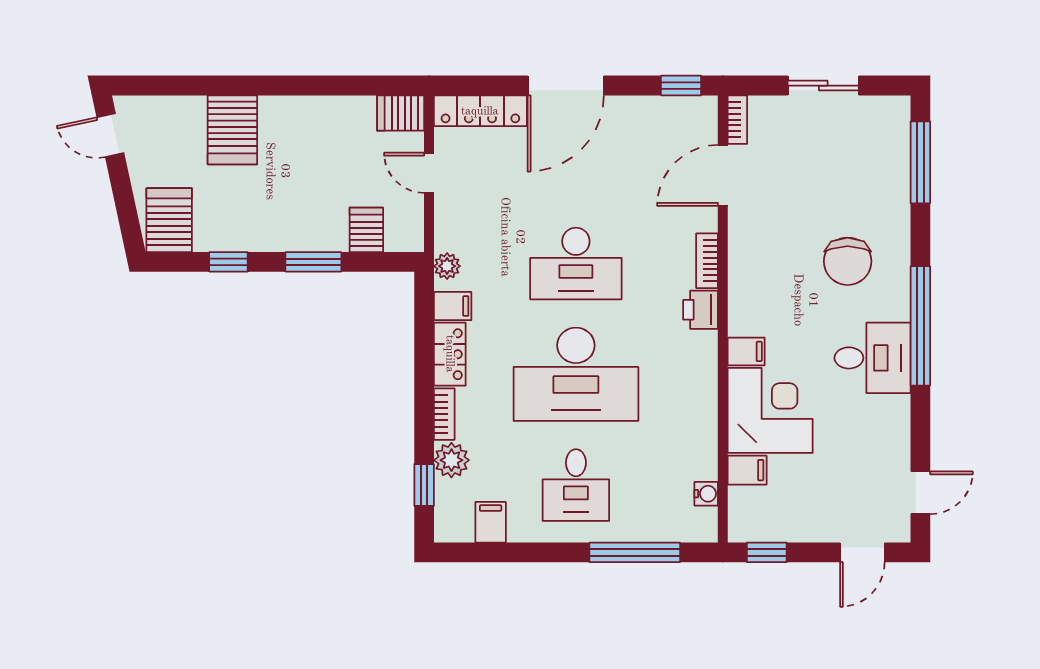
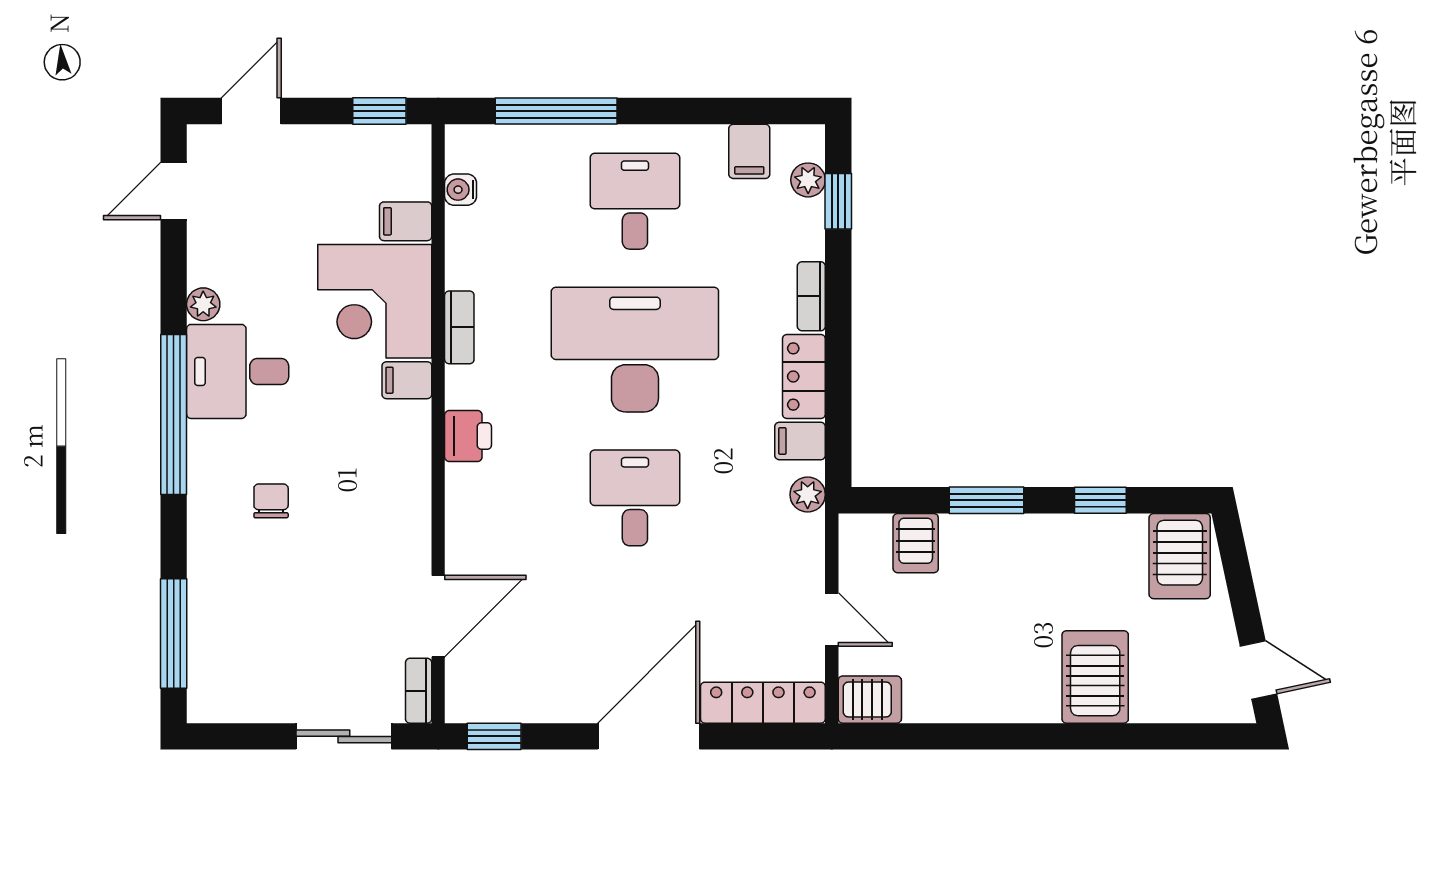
sliding door: (823, 86) -> (344, 736), moved
bookcase: (707, 261) -> (459, 327), moved
chair: (848, 261) -> (271, 501), width x0.54, depth x0.54
desk: (576, 264) -> (635, 498), width x0.73
plant: (898, 408) -> (203, 304), added
plant: (451, 460) -> (808, 180), moved, width x0.73, depth x0.73

